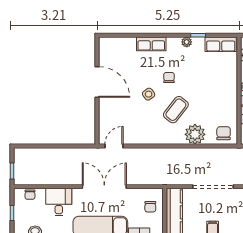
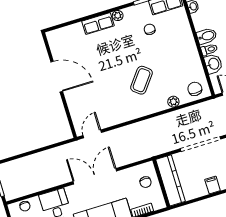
plant: (187, 42) -> (118, 16), moved
chair: (169, 78) -> (150, 29), moved
side table: (149, 94) -> (110, 73), removed
plant: (195, 134) -> (173, 102), width x0.53, depth x0.53

